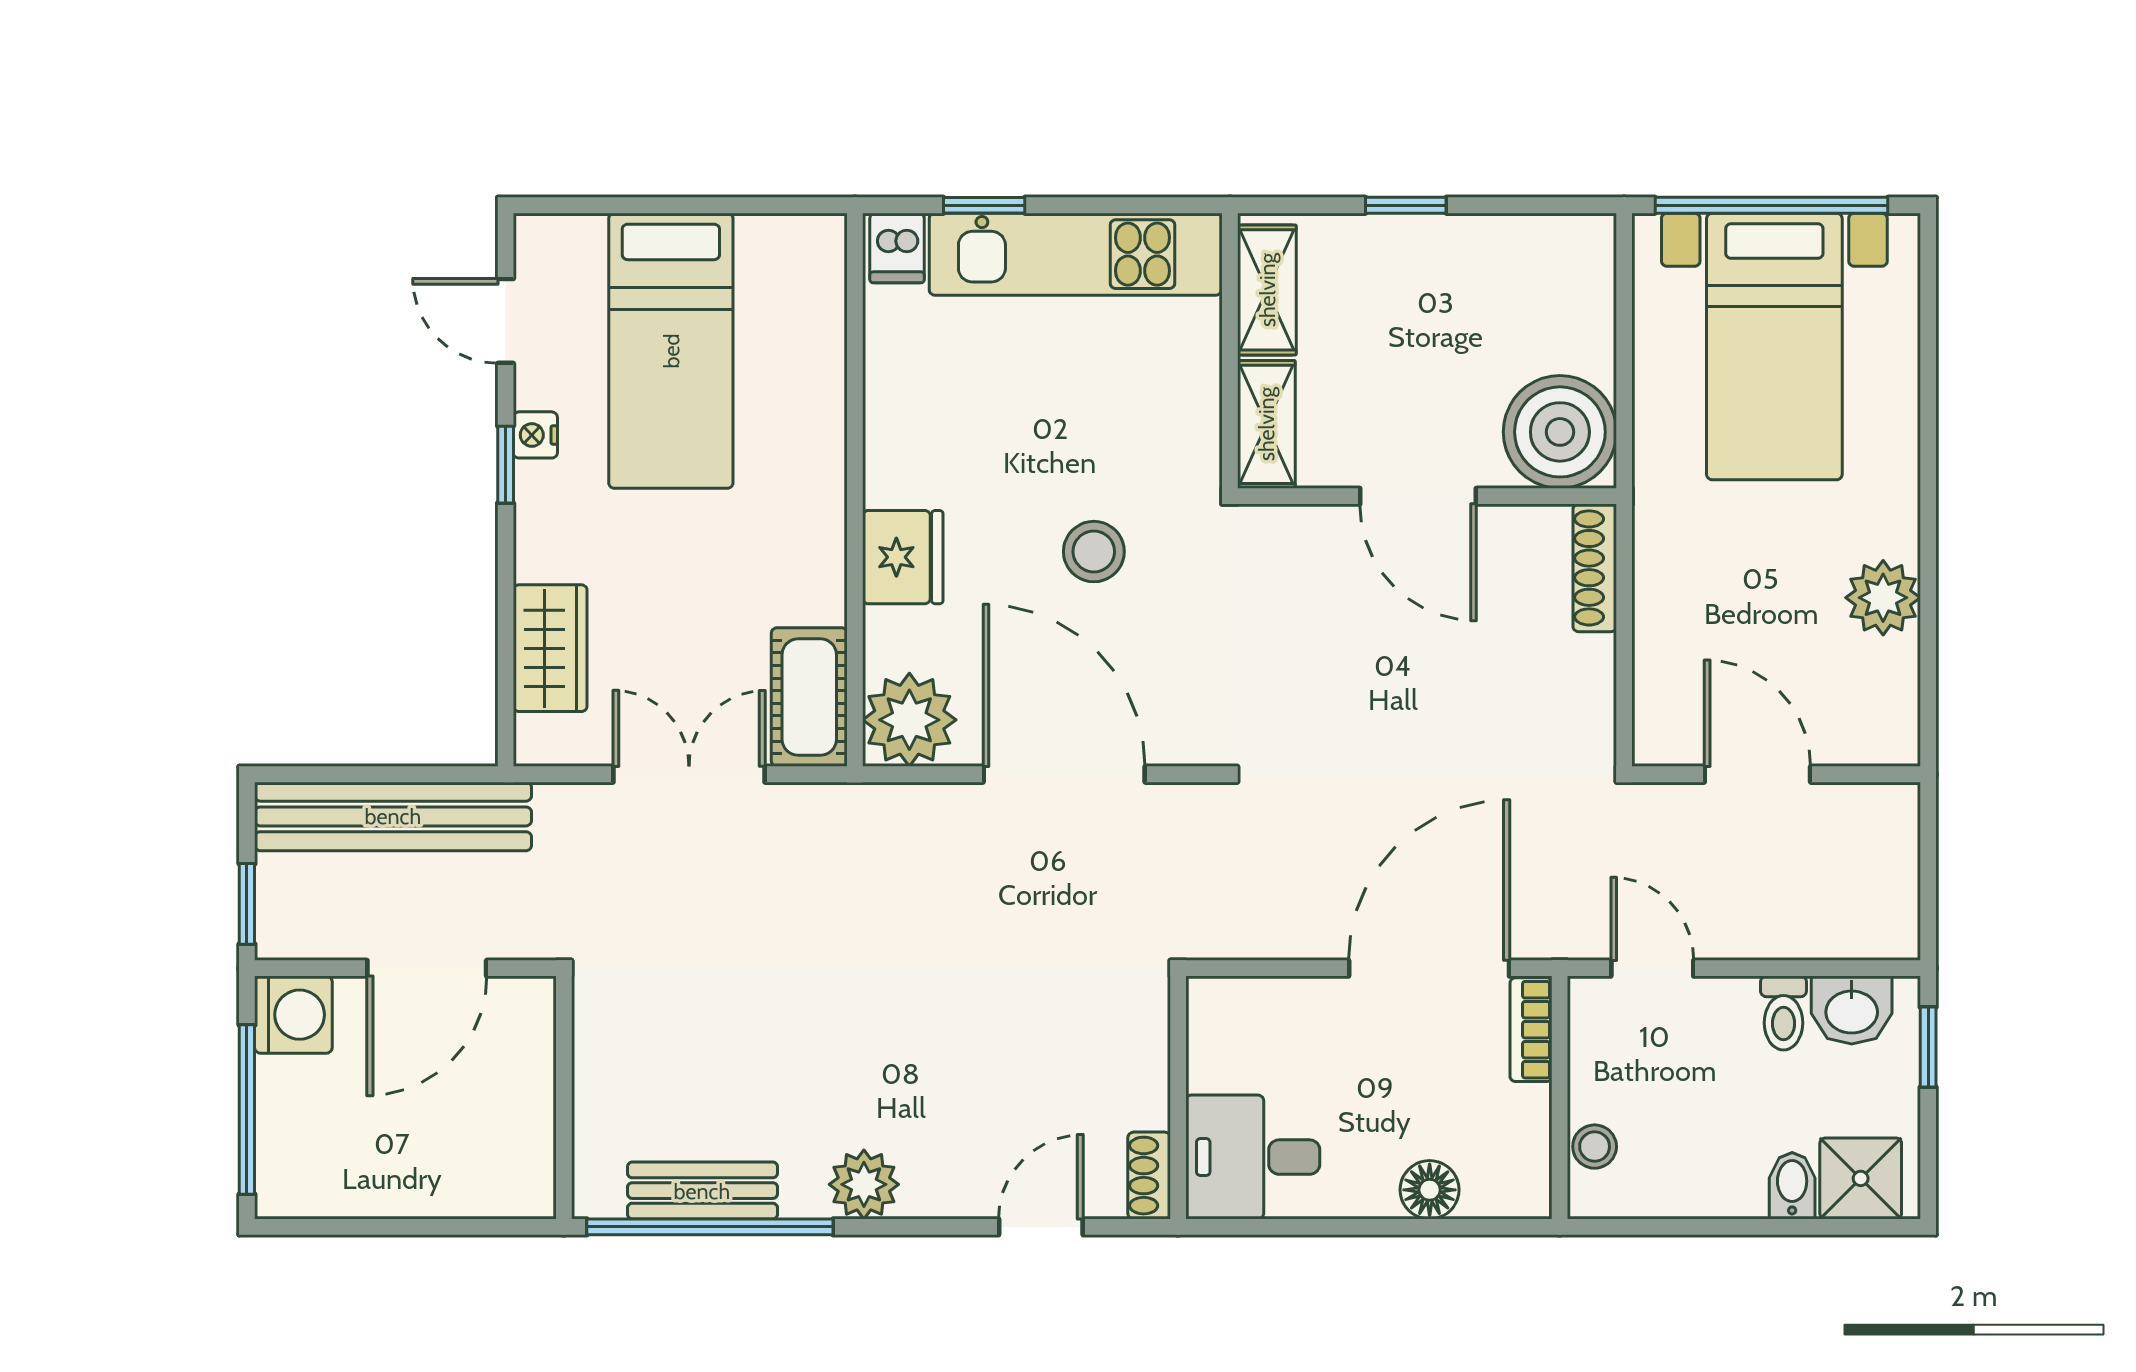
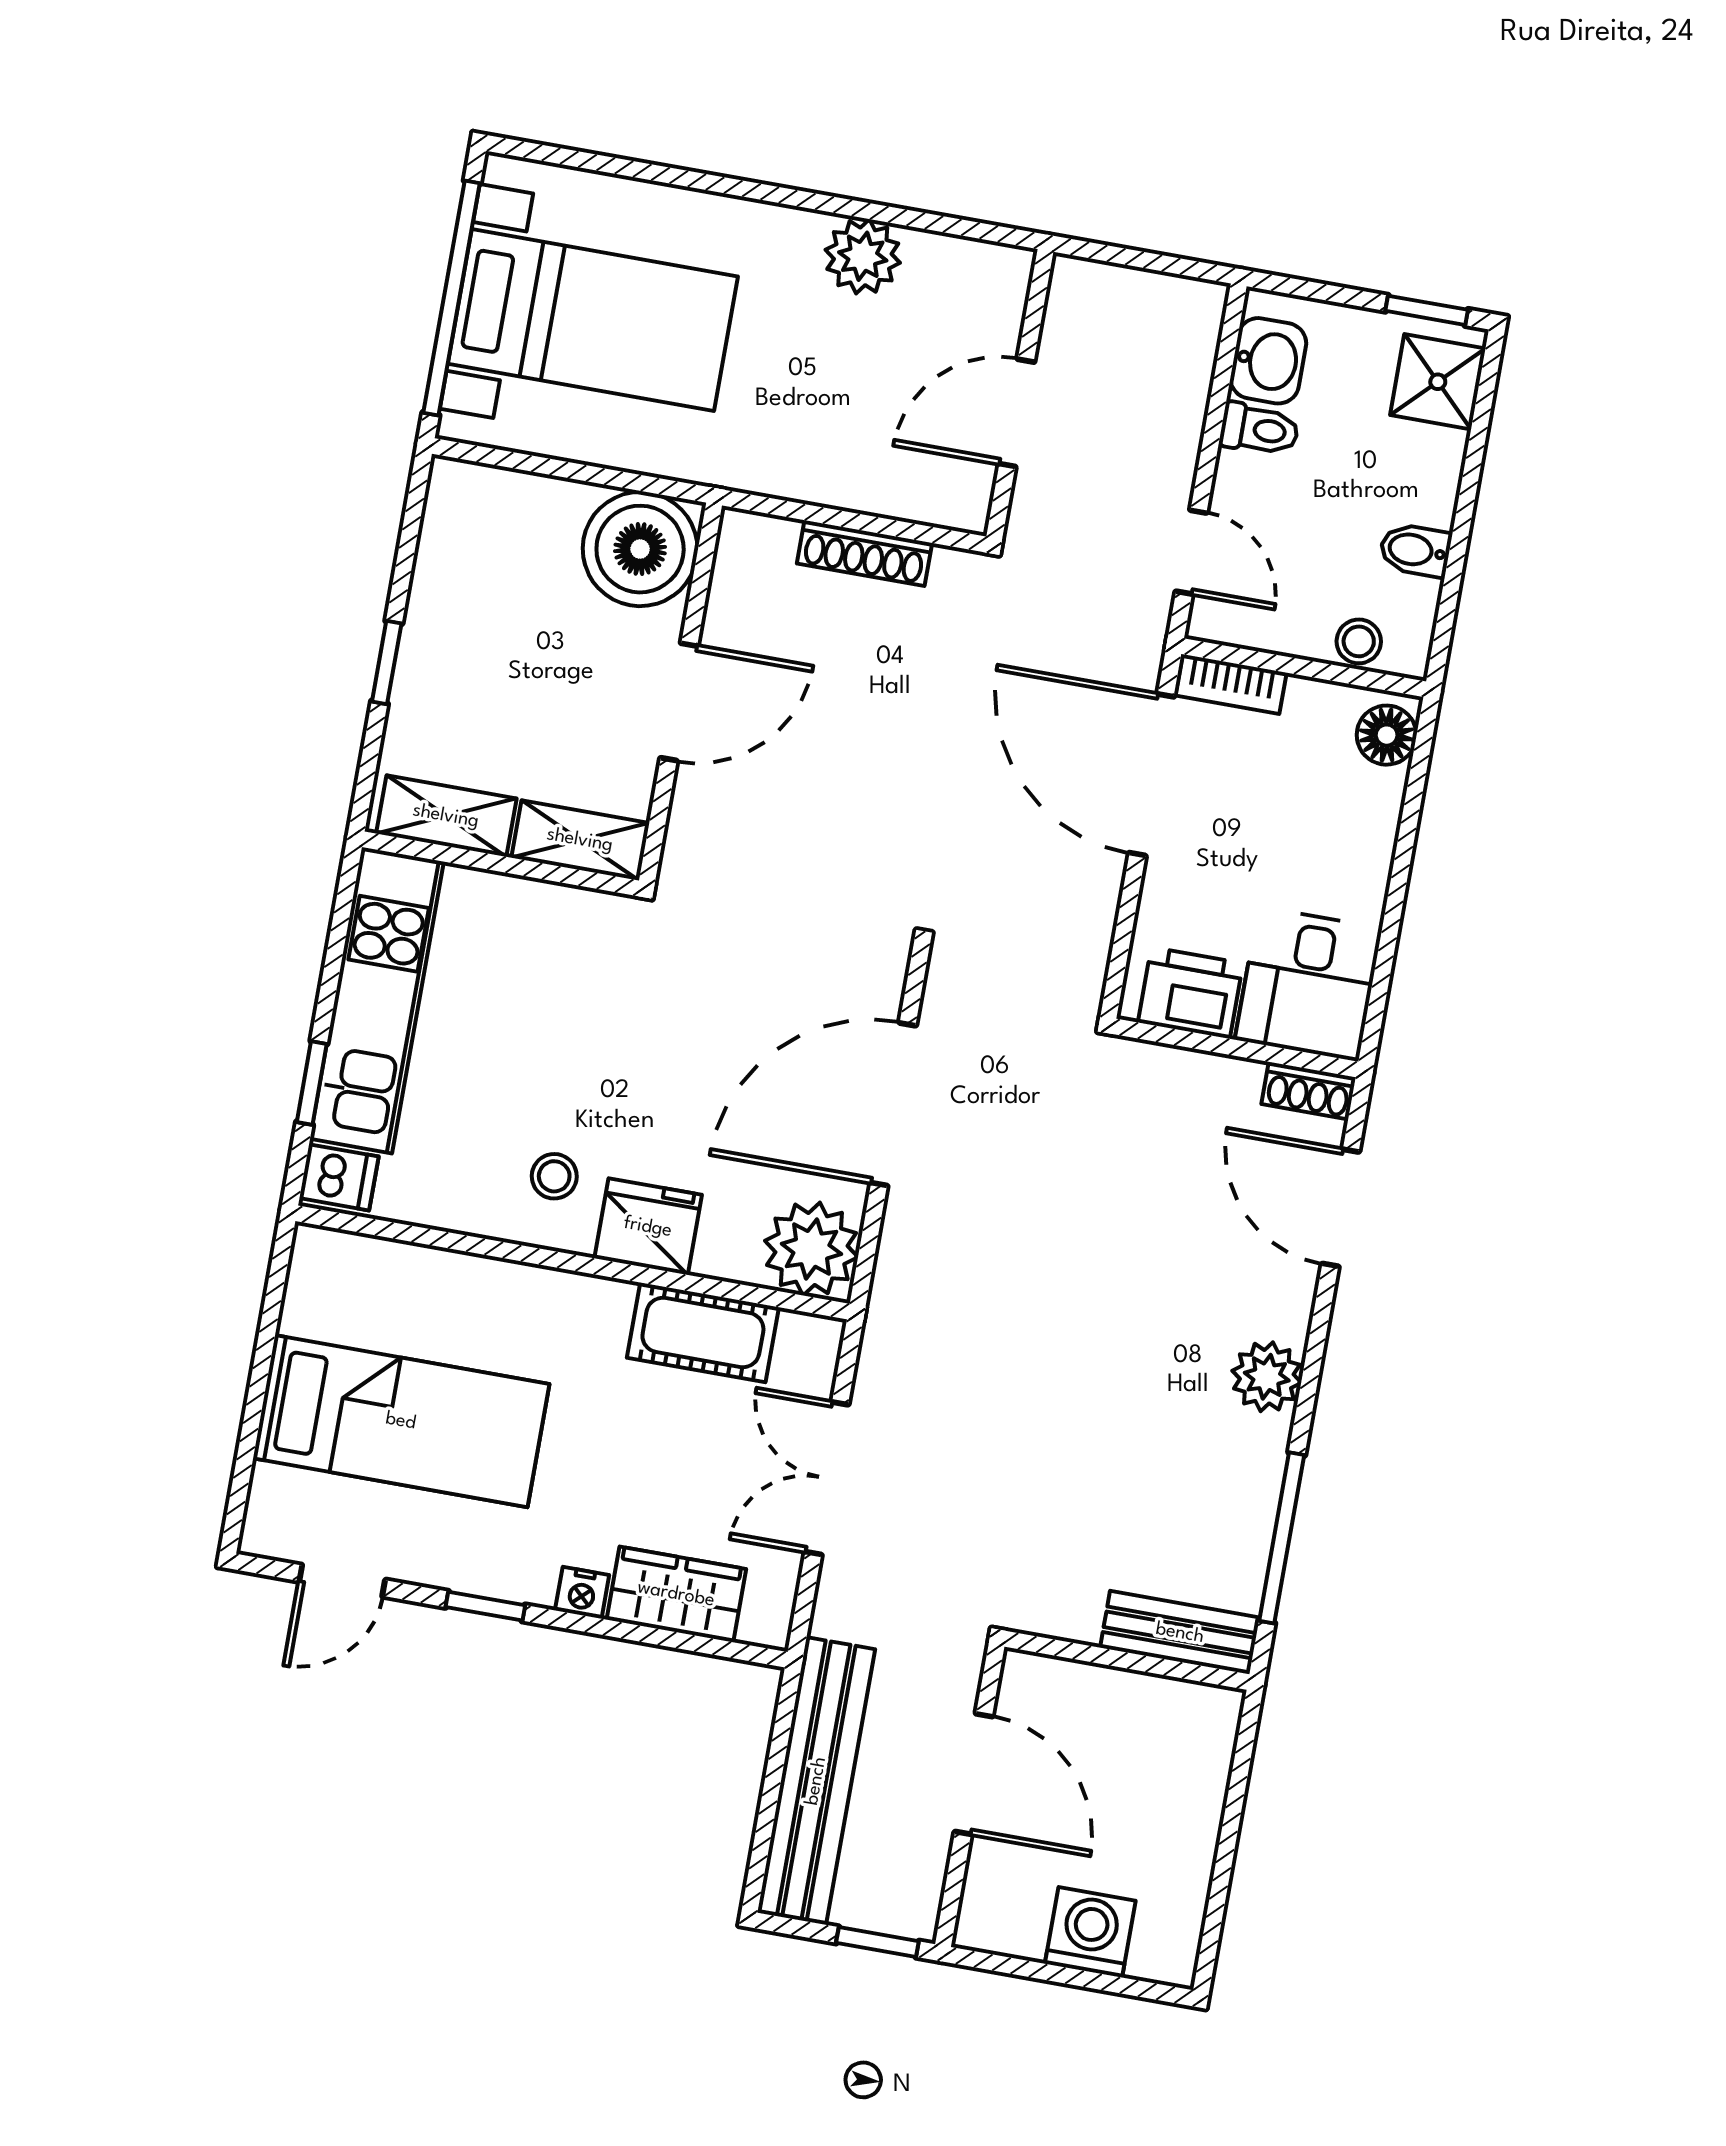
nightstand: (535, 435) -> (582, 1593), moved
stool: (1094, 552) -> (554, 1176), moved, width x0.73, depth x0.73
shoe rack: (1595, 568) -> (864, 553), moved
cot: (809, 697) -> (703, 1332), moved
door: (1652, 968) -> (1191, 552), swing flipped
washing machine: (293, 1015) -> (1090, 1932), moved
printer: (1224, 1044) -> (1190, 993), added
window: (1928, 1047) -> (1427, 310), moved
window: (247, 1110) -> (1083, 1979), removed
bidet: (1792, 1186) -> (1415, 550), moved
floor lamp: (1430, 1190) -> (1387, 735), moved
bench: (702, 1191) -> (1180, 1633), moved, turned 90
window: (710, 1227) -> (1282, 1538), width x0.68
door: (1041, 1227) -> (1341, 1208), width x1.37

